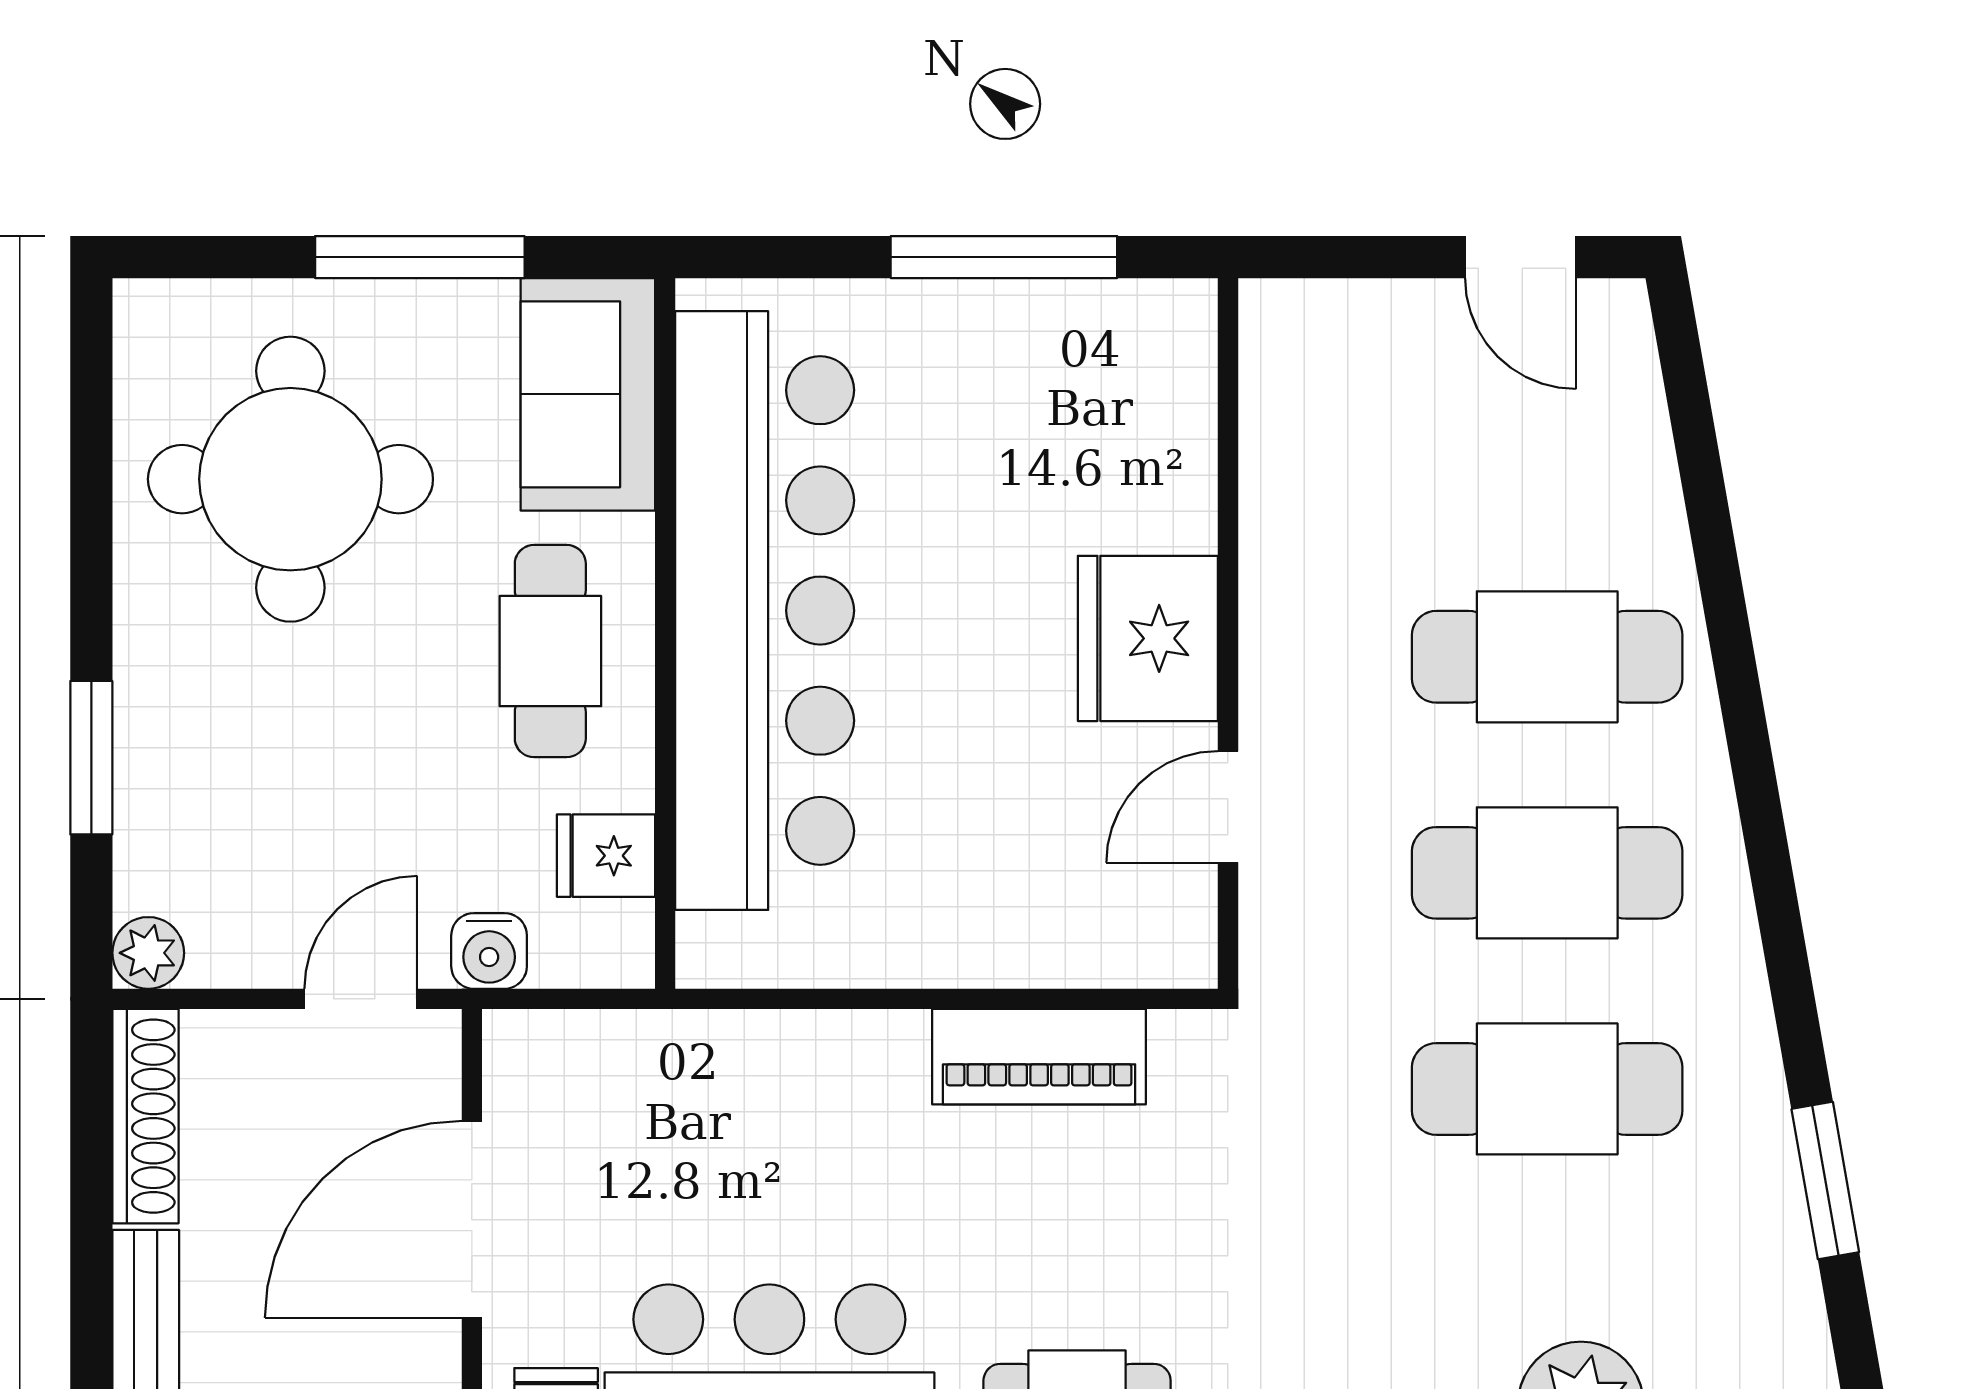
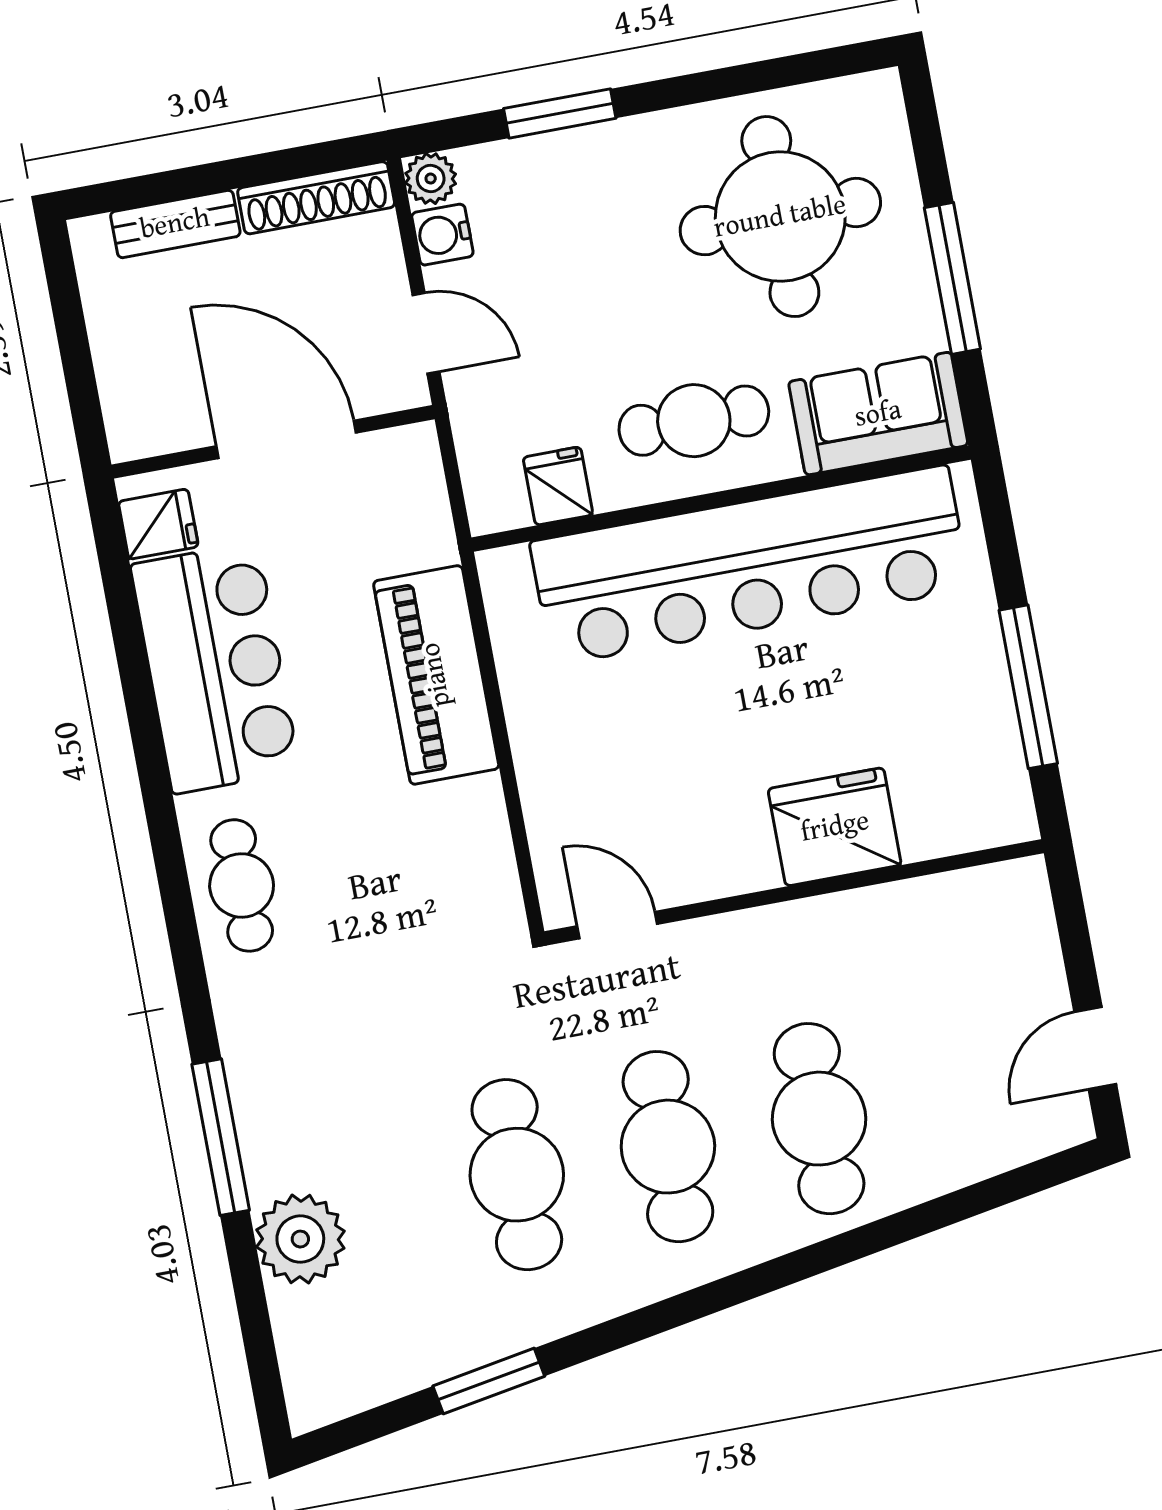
fridge: (1148, 638) -> (835, 827), moved
door: (1228, 807) -> (617, 925), moved
water cooler: (489, 951) -> (442, 235), moved
piano: (1039, 1057) -> (436, 675), moved, width x1.37, depth x1.33

